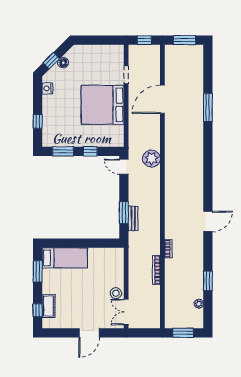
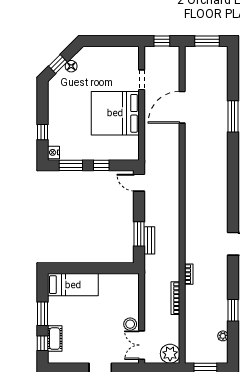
nightstand: (47, 88) -> (53, 152), moved
plant: (152, 159) -> (170, 354), moved
window: (38, 271) -> (43, 314), moved

